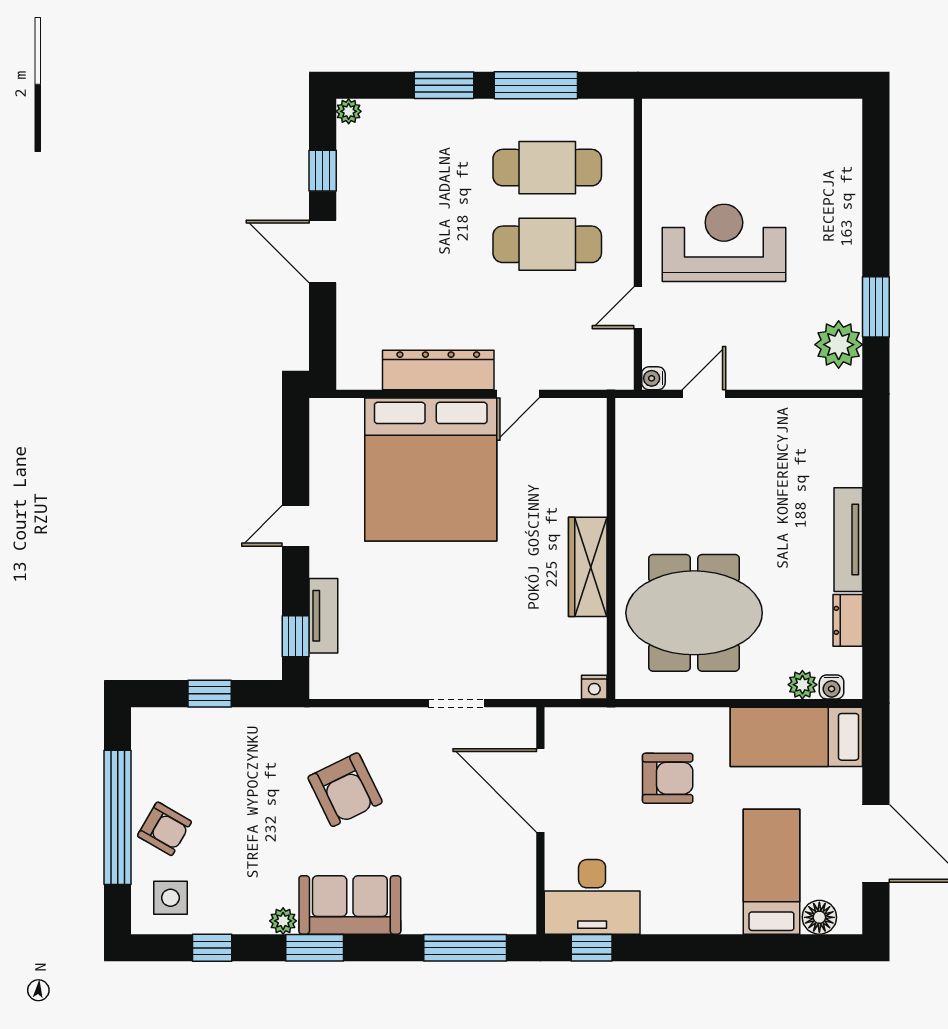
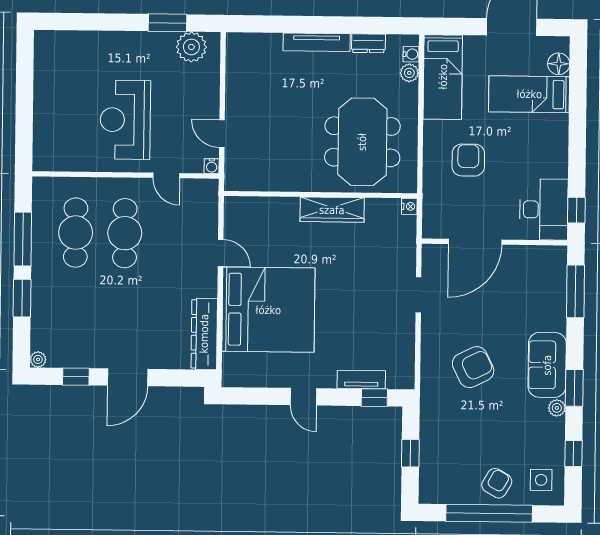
dresser: (438, 370) -> (204, 334), moved

